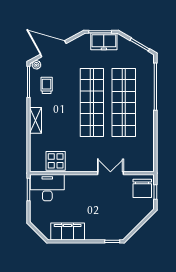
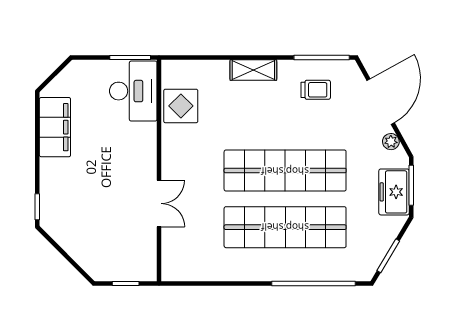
plant: (36, 65) -> (391, 142), moved
chair: (142, 188) -> (132, 260), removed

